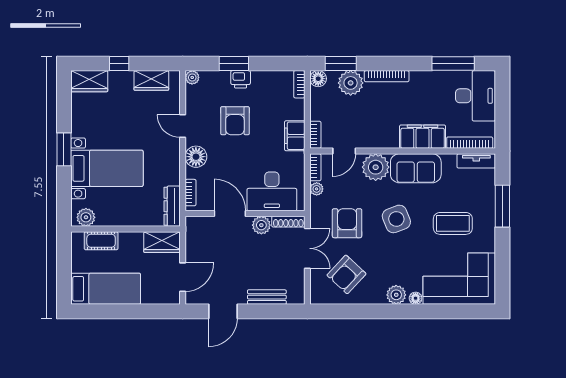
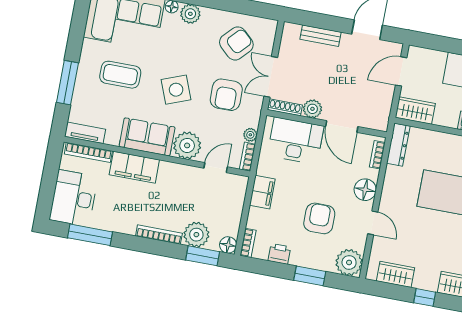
plant: (192, 77) -> (349, 262), width x1.88, depth x1.88
printer: (241, 79) -> (279, 254), moved
bookcase: (315, 135) -> (241, 189), removed

